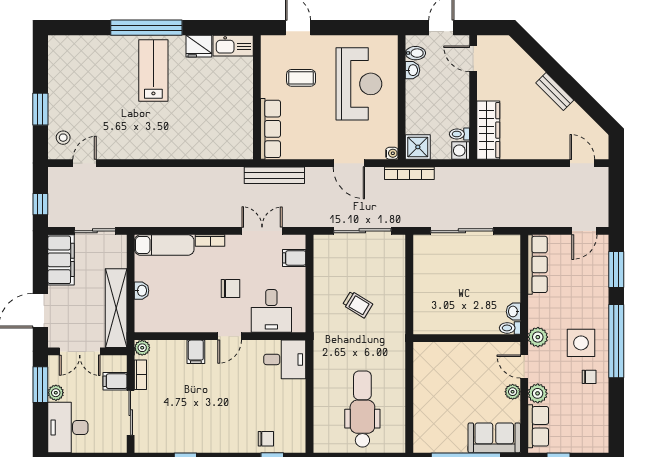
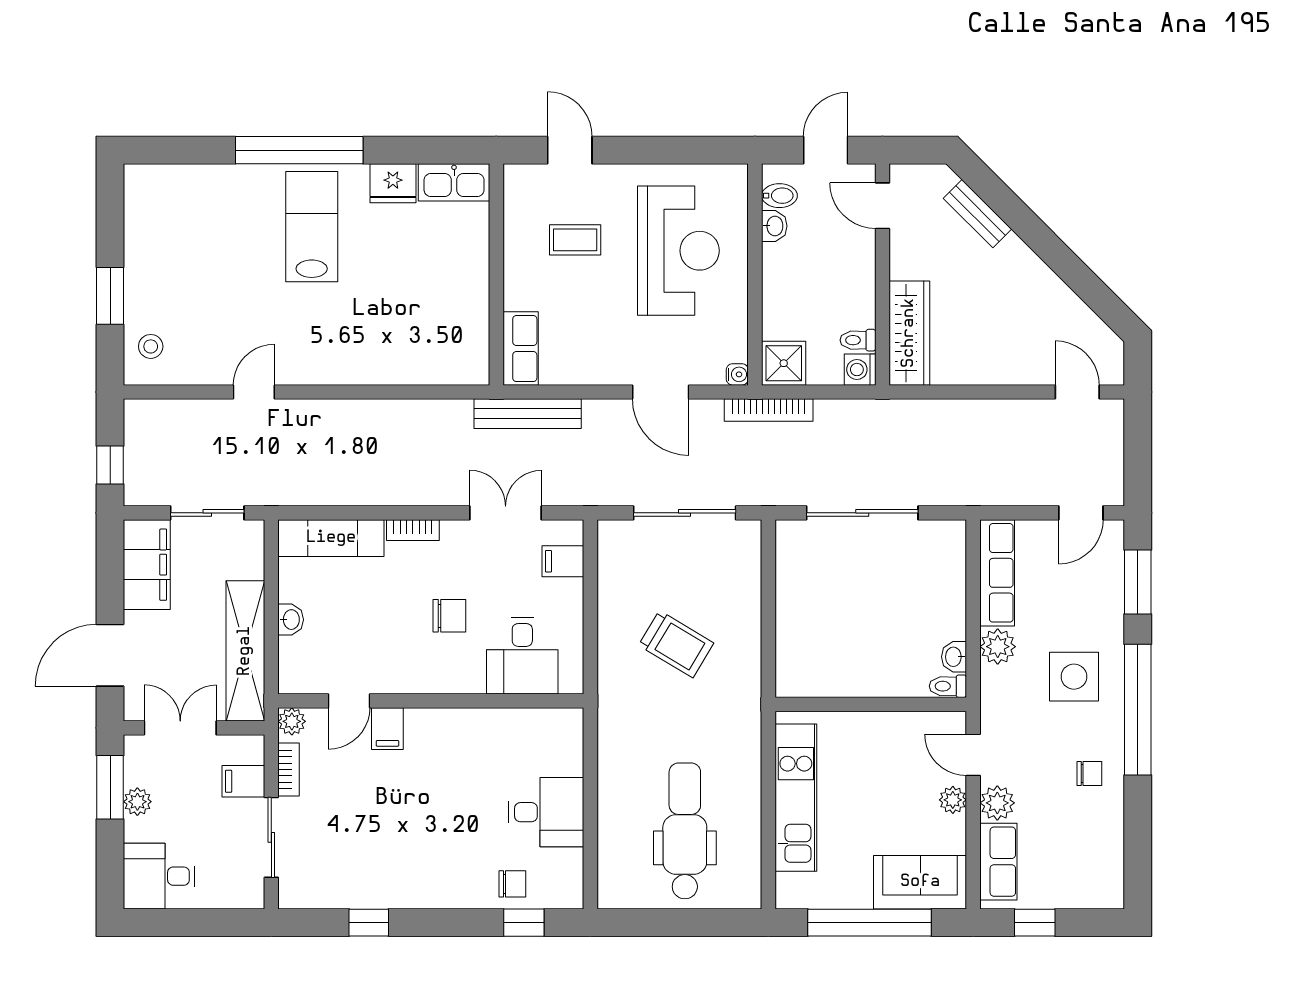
bench: (555, 91) -> (977, 214), moved
row of seats: (270, 129) -> (521, 349), width x0.68
door: (85, 163) -> (254, 392), moved
trolley: (358, 304) -> (676, 644), width x1.36, depth x1.39
door: (230, 336) -> (349, 701), moved
plant: (538, 337) -> (998, 647), moved
side table: (581, 343) -> (1074, 677), moved
double door: (80, 351) -> (180, 728), swing flipped
desk: (285, 359) -> (546, 812), moved
kitchen unit: (425, 390) -> (796, 798), added
desk: (68, 427) -> (159, 876), width x0.73

